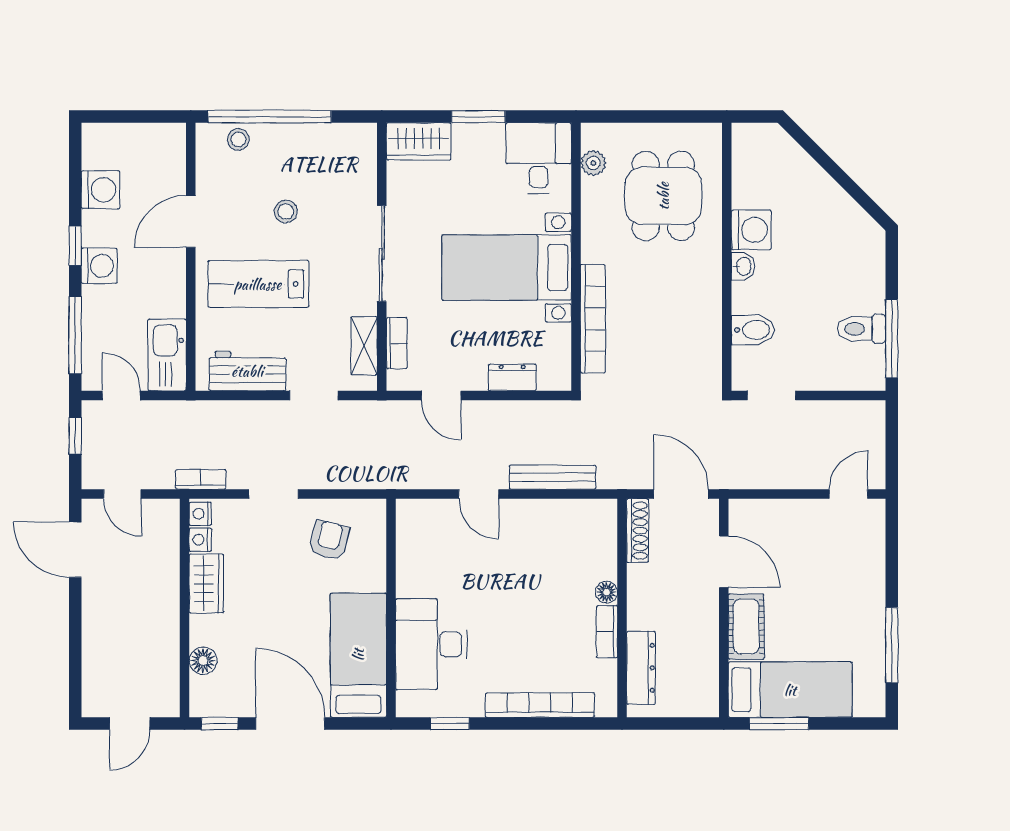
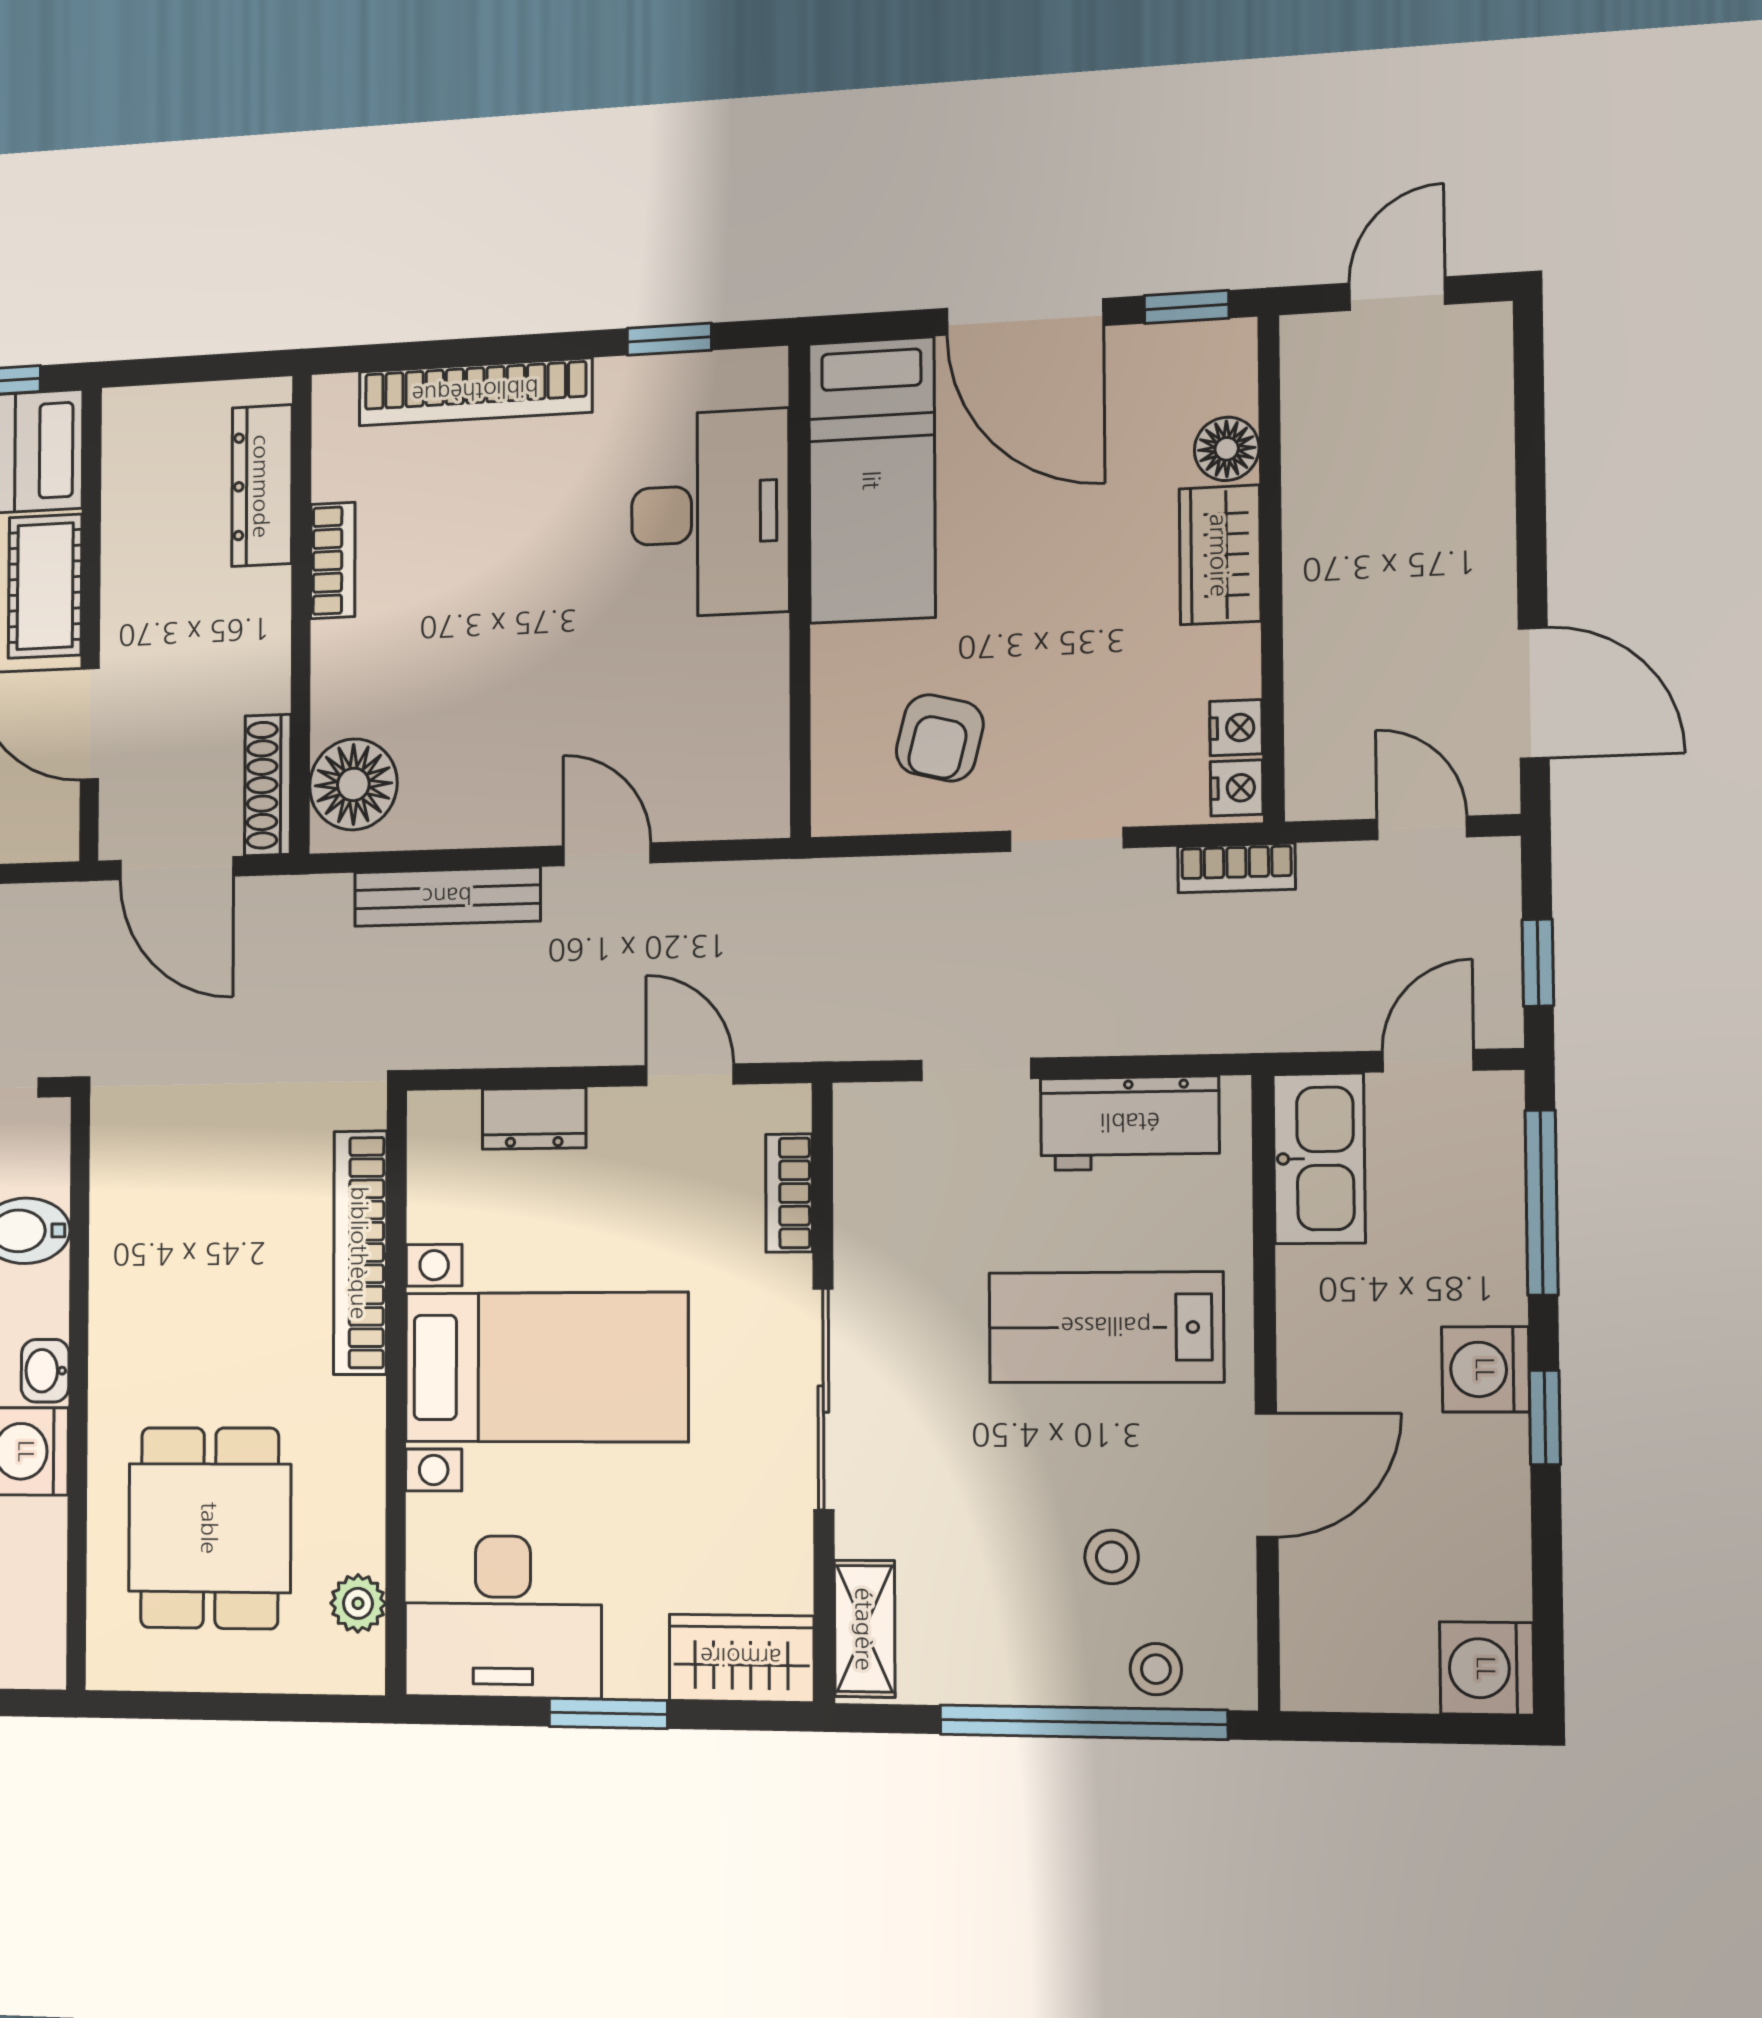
desk: (539, 158) -> (503, 1617), width x1.37
washing machine: (100, 190) -> (1487, 1668), moved
stool: (286, 212) -> (1112, 1557), moved
lab bench: (258, 284) -> (1106, 1327), turned 180
shelving: (364, 346) -> (865, 1629), moved
door: (121, 395) -> (1428, 1061), swing flipped
wardrobe: (206, 584) -> (1220, 555), moved
floor lamp: (607, 592) -> (353, 784), moved, width x1.89, depth x1.89

